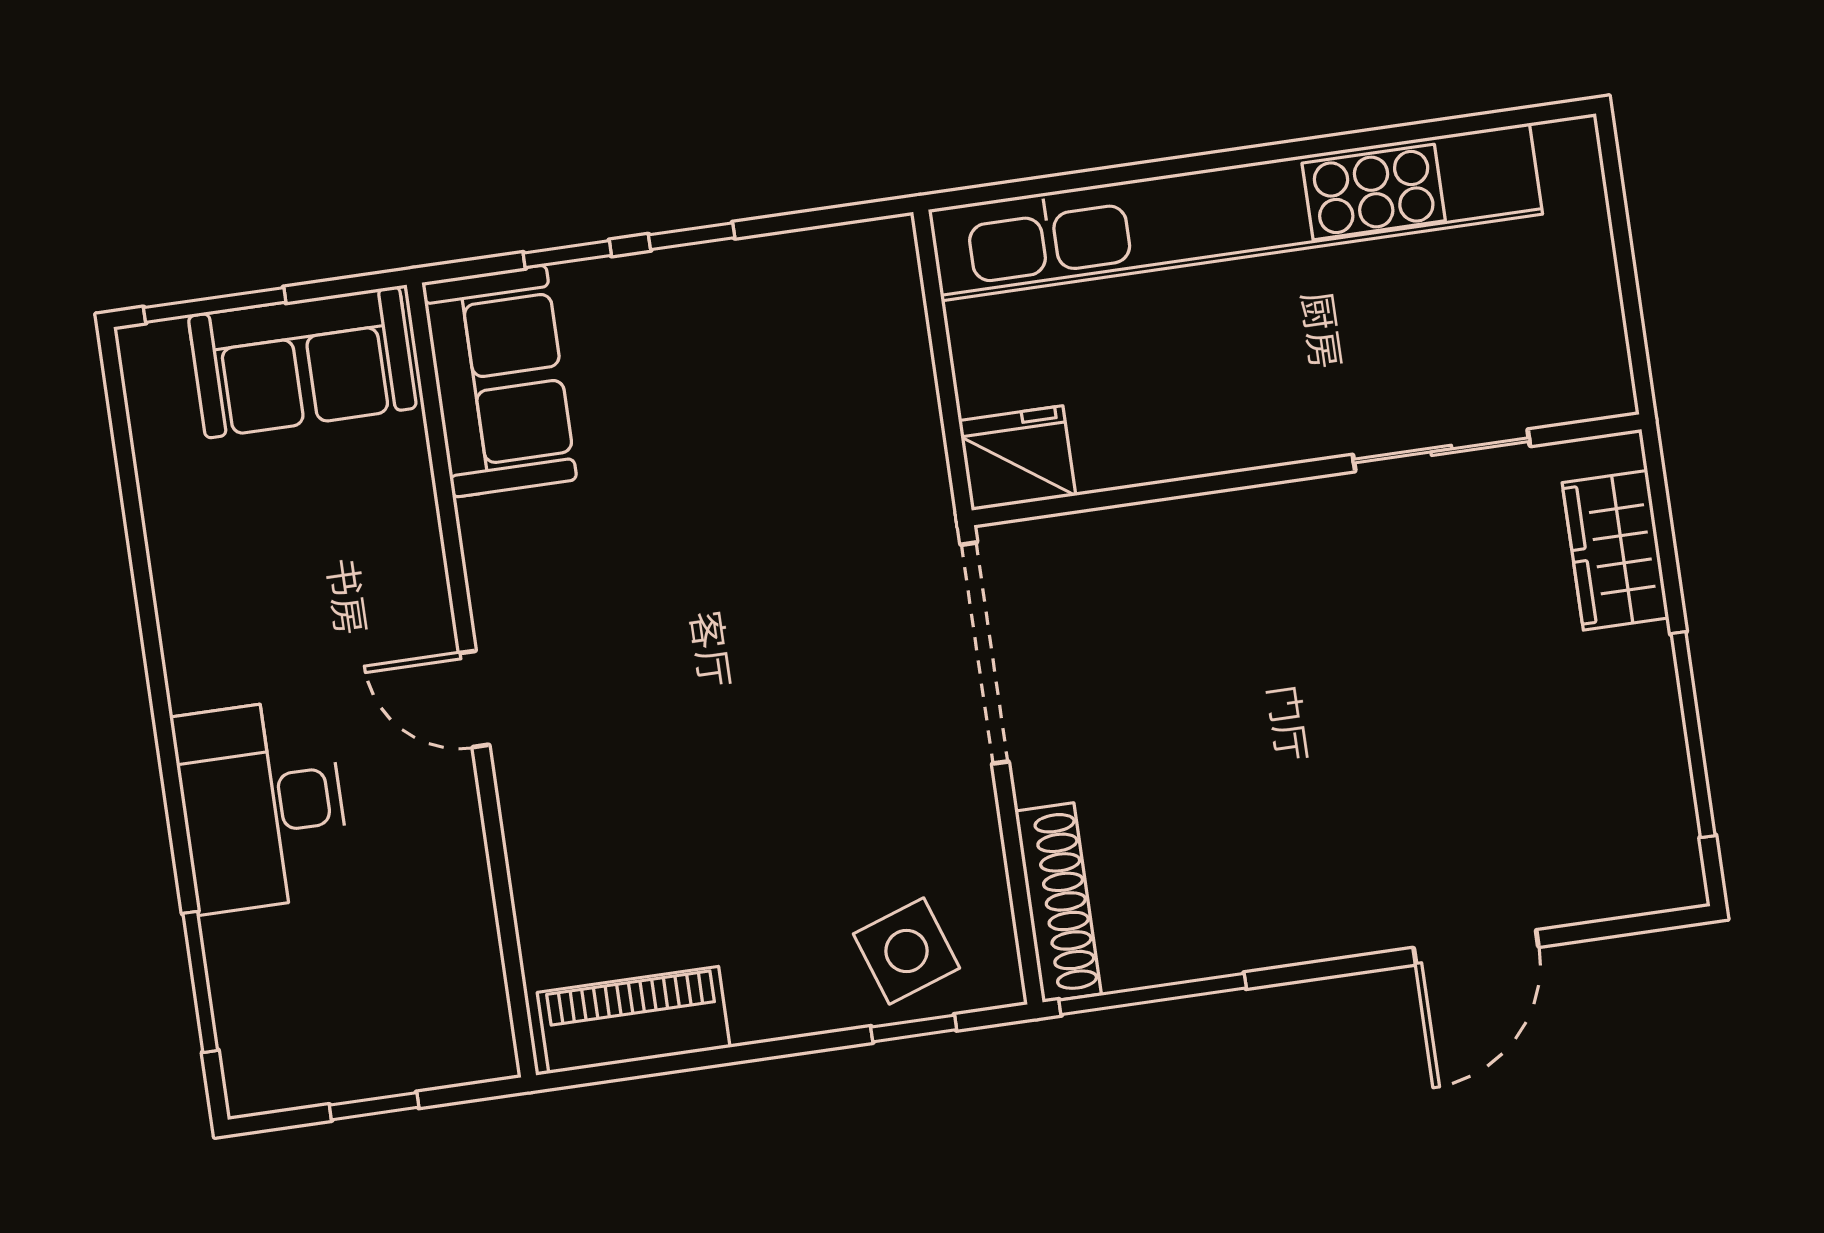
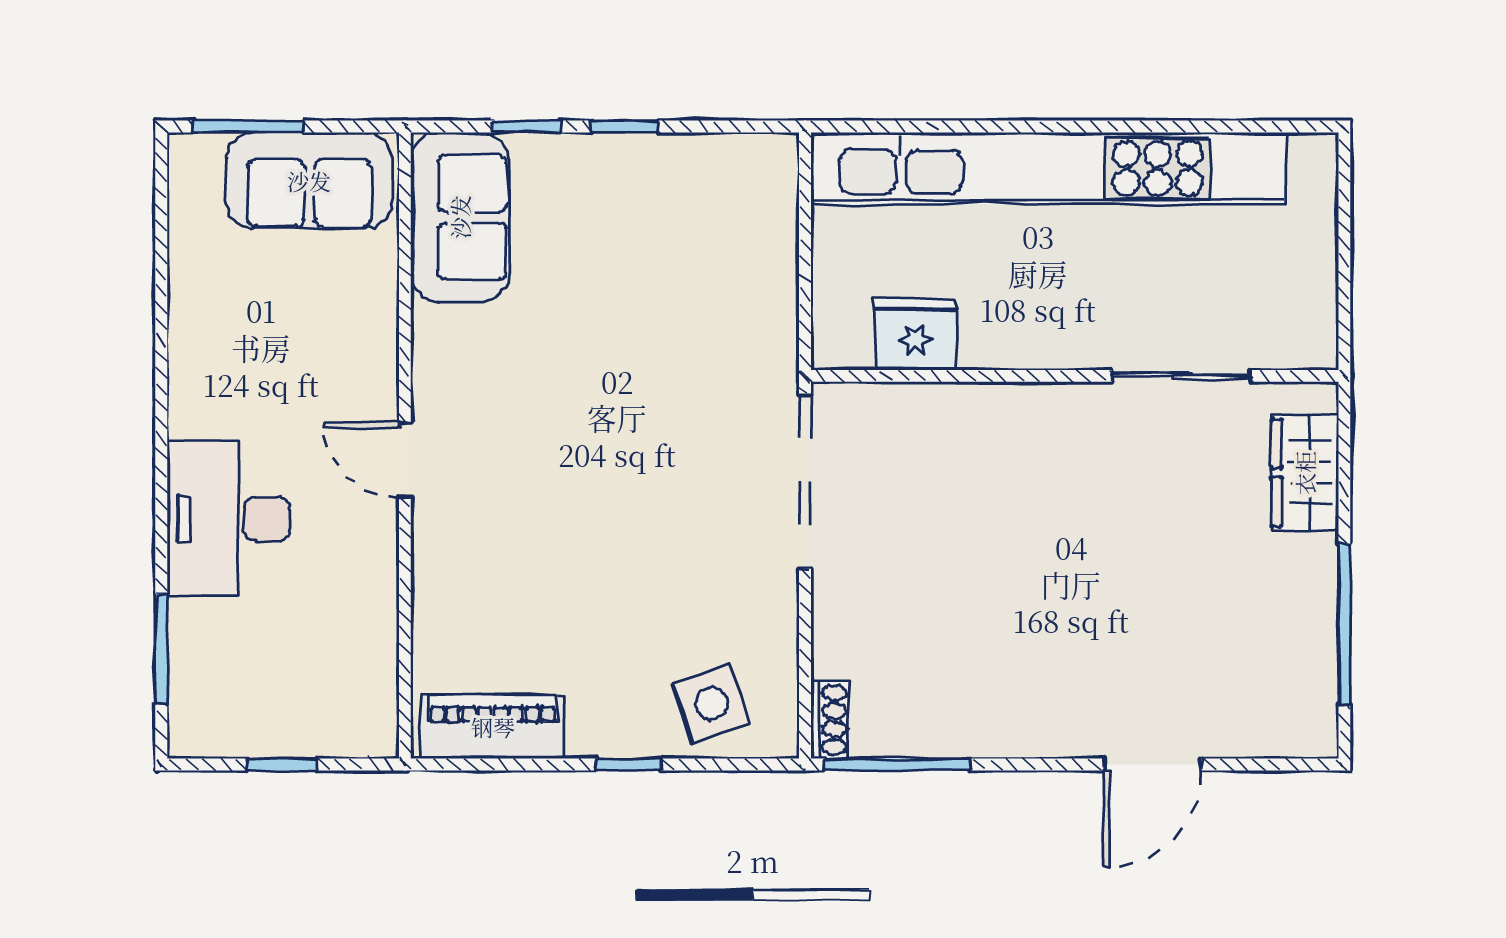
fridge: (1017, 458) -> (916, 335), moved
shoe rack: (1058, 903) -> (830, 720), width x0.51, depth x0.81
window: (914, 1028) -> (629, 764), moved

